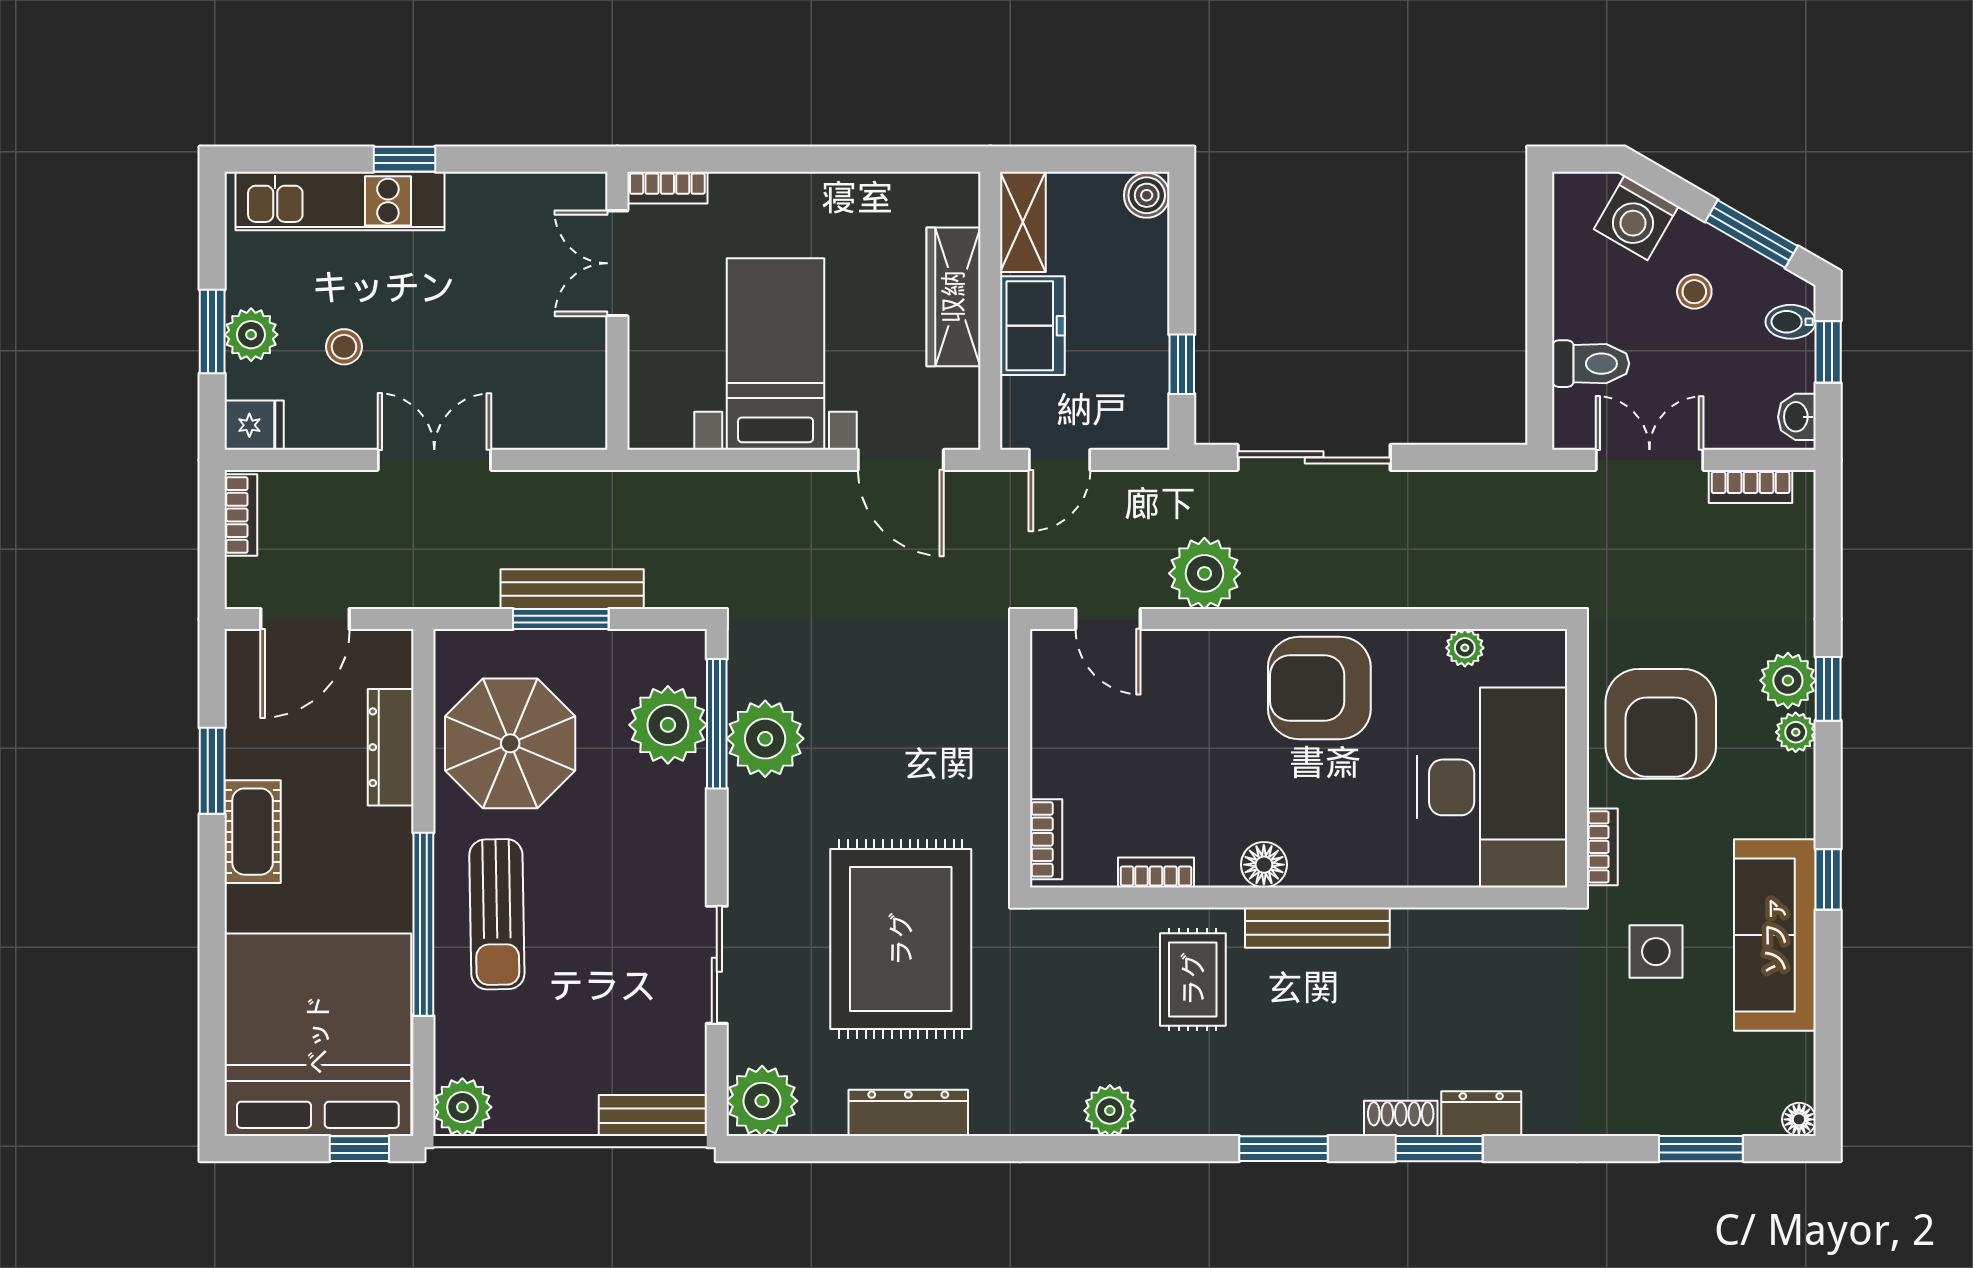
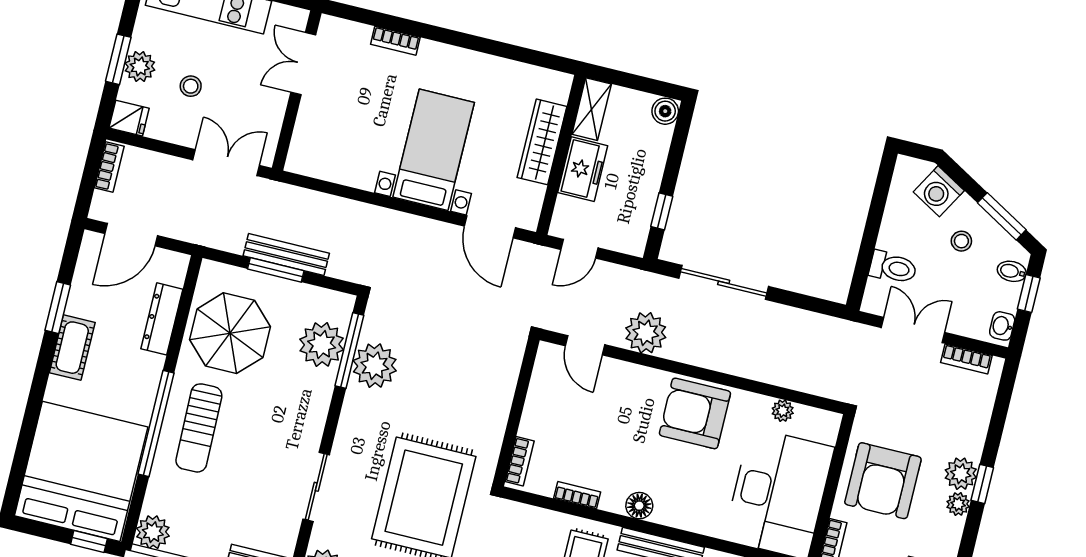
double door: (617, 263) -> (303, 64), moved
wall: (617, 311) -> (297, 90), moved

